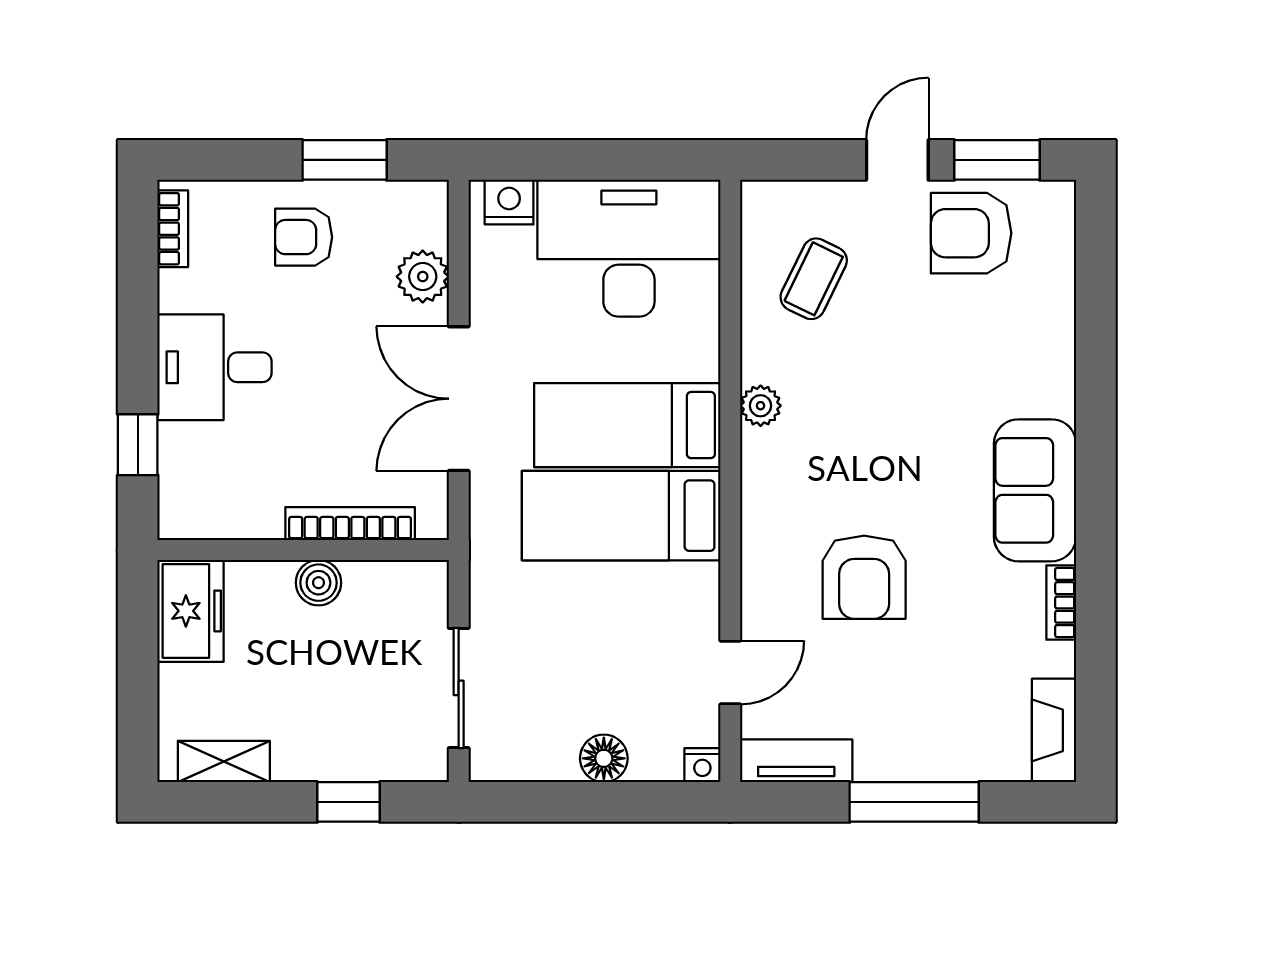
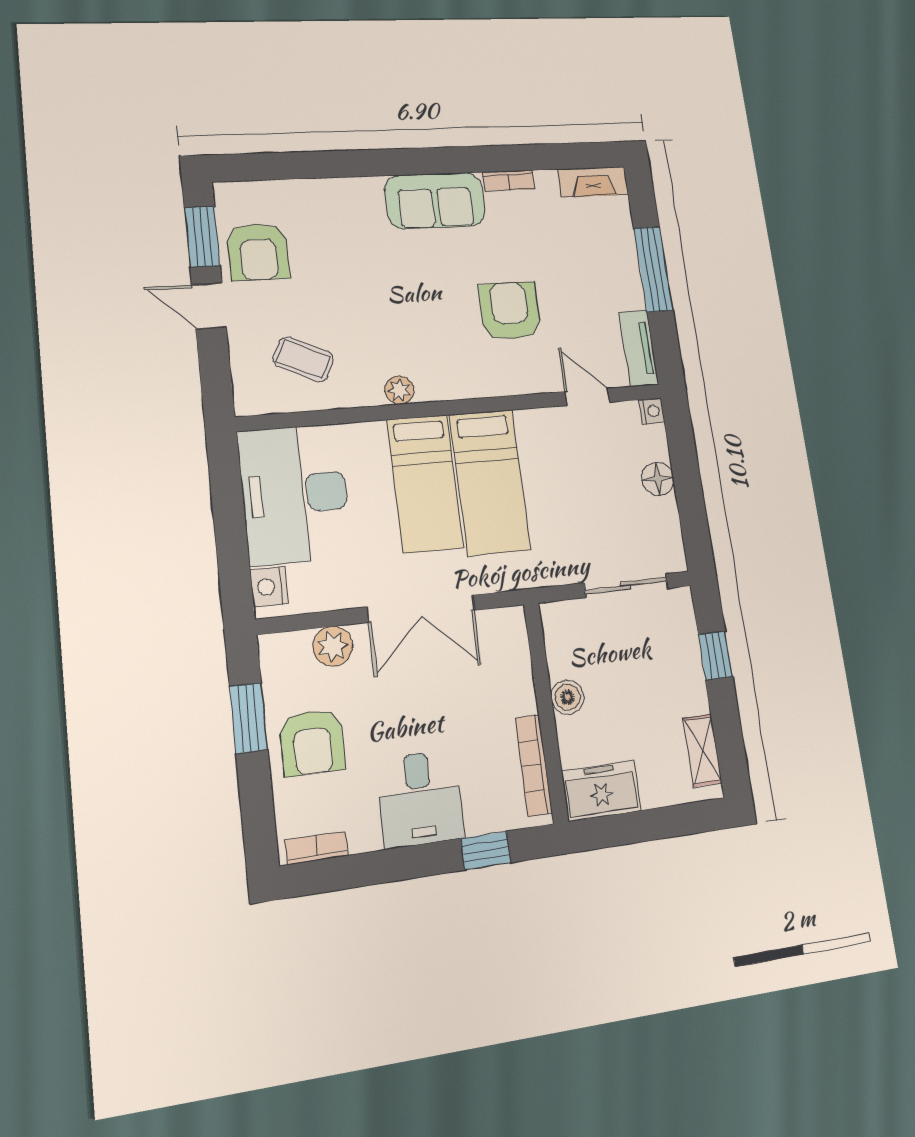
armchair: (304, 237) -> (312, 742), width x1.38, depth x1.38
bookcase: (350, 524) -> (534, 765), moved
armchair: (864, 577) -> (510, 311), turned -90

